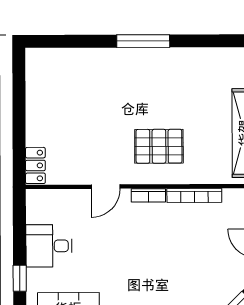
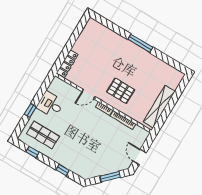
locker: (35, 165) -> (67, 64), width x1.53

